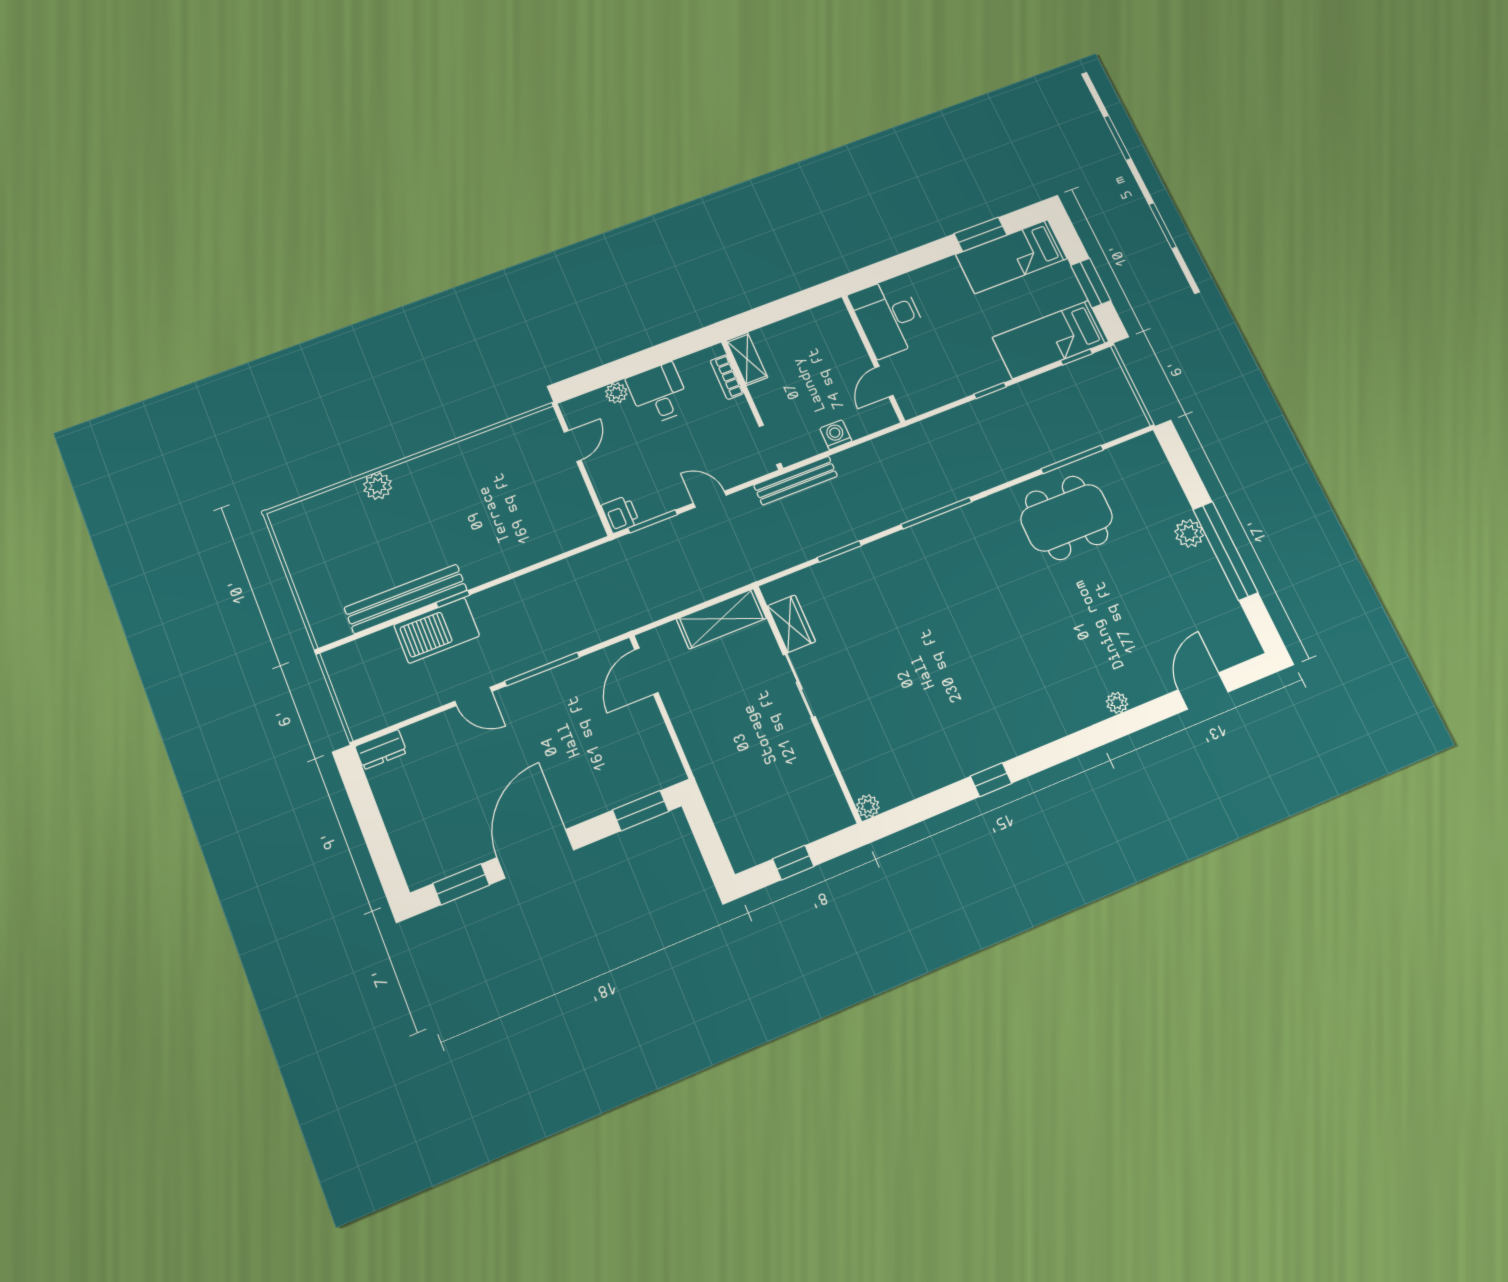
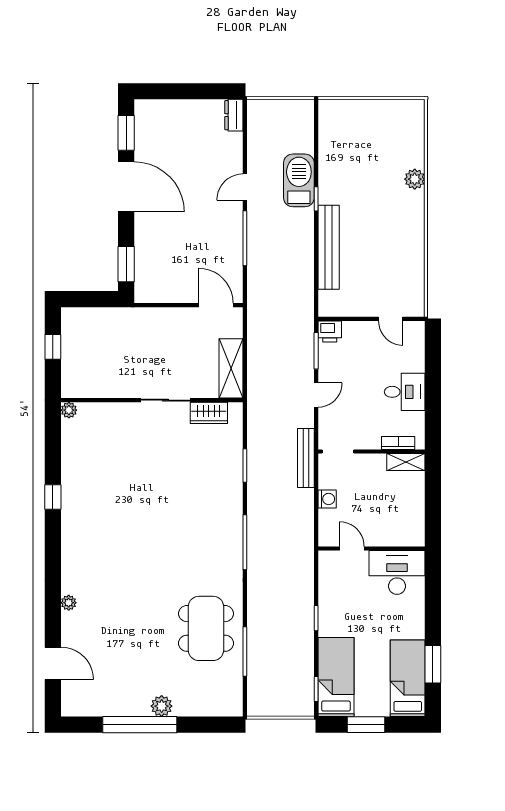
plant: (616, 393) -> (417, 363), removed
bench: (406, 599) -> (329, 247), moved

